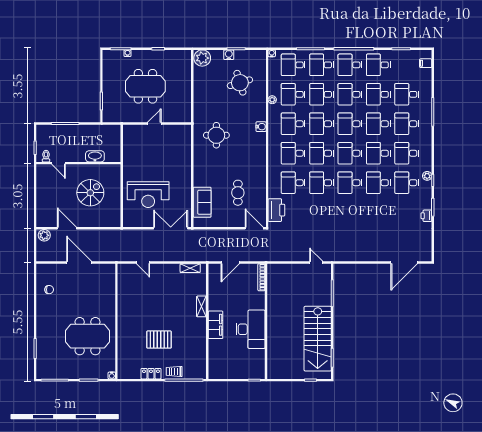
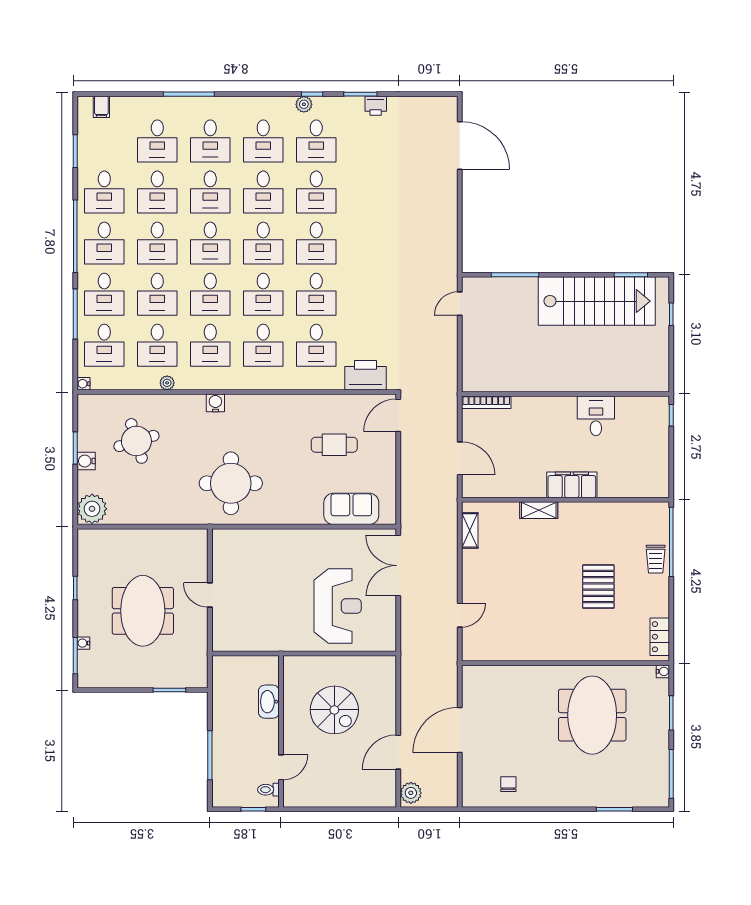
round table: (216, 135) -> (231, 483), width x1.36, depth x1.36
spiral stairs: (90, 193) -> (334, 710), turned 180
desk: (251, 329) -> (596, 416), width x0.53, depth x0.77
locker: (151, 374) -> (660, 637), moved

